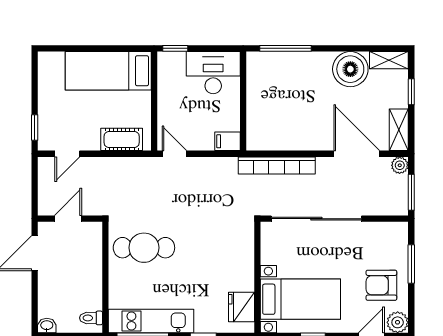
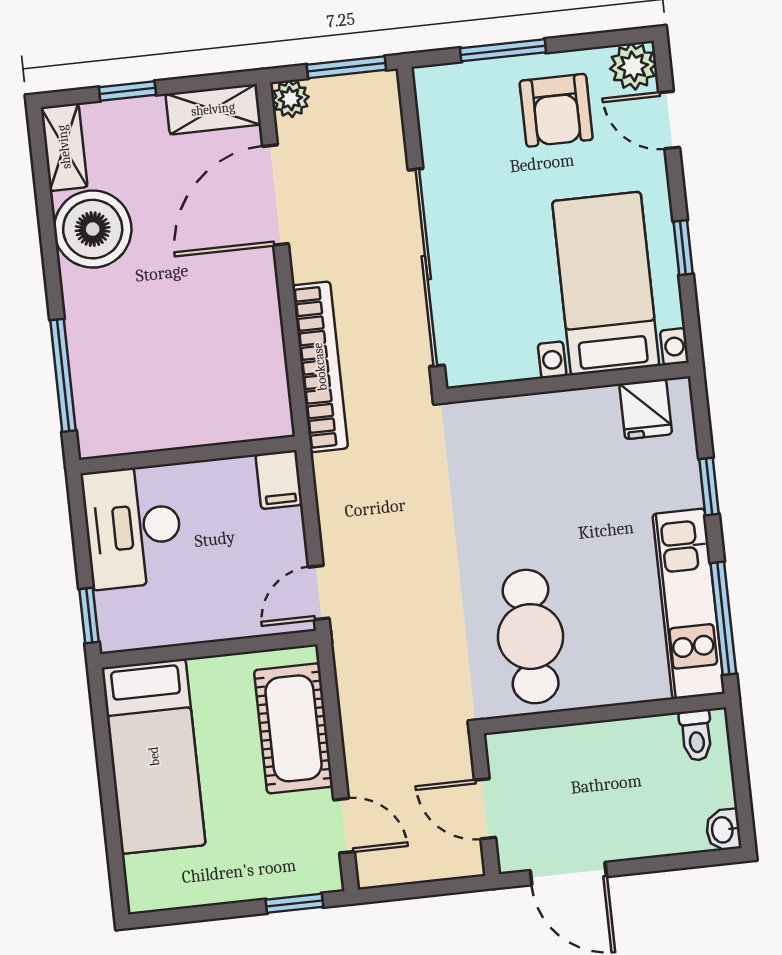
cot: (122, 139) -> (293, 728), width x1.37, depth x1.34
fridge: (241, 307) -> (646, 409), width x0.72

